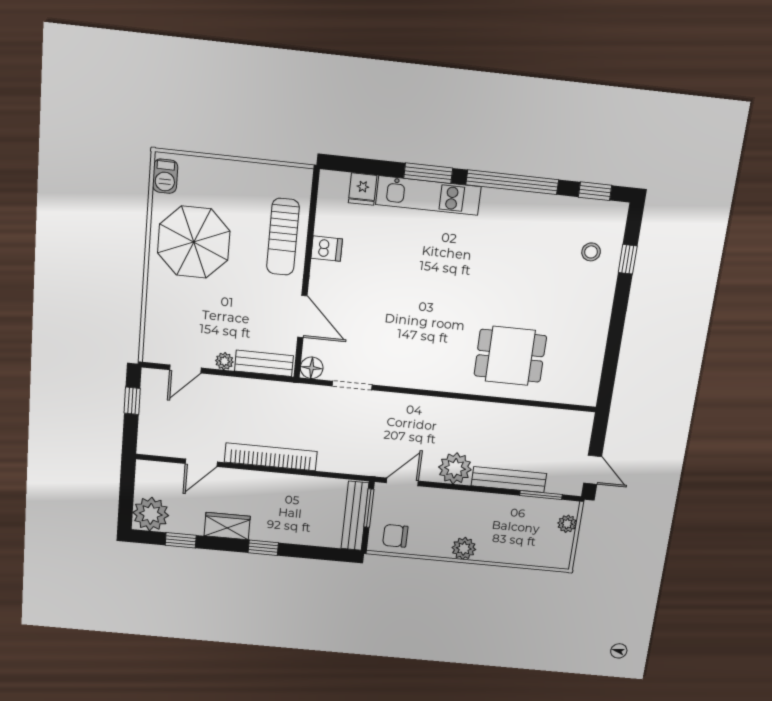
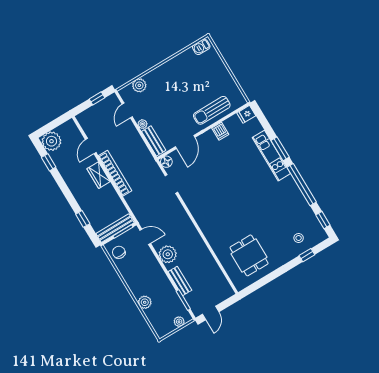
fridge: (363, 189) -> (246, 114), moved
parasol: (194, 242) -> (183, 77), removed
plant: (158, 321) -> (139, 85), added
dining table: (510, 356) -> (249, 255), moved
door: (185, 369) -> (127, 111), hinge flipped
door: (201, 463) -> (91, 146), hinge flipped
bench: (509, 480) -> (180, 281), width x0.73
wardrobe: (227, 526) -> (99, 175), moved, turned 180
window: (263, 548) -> (83, 219), moved
plant: (464, 548) -> (145, 302), moved

